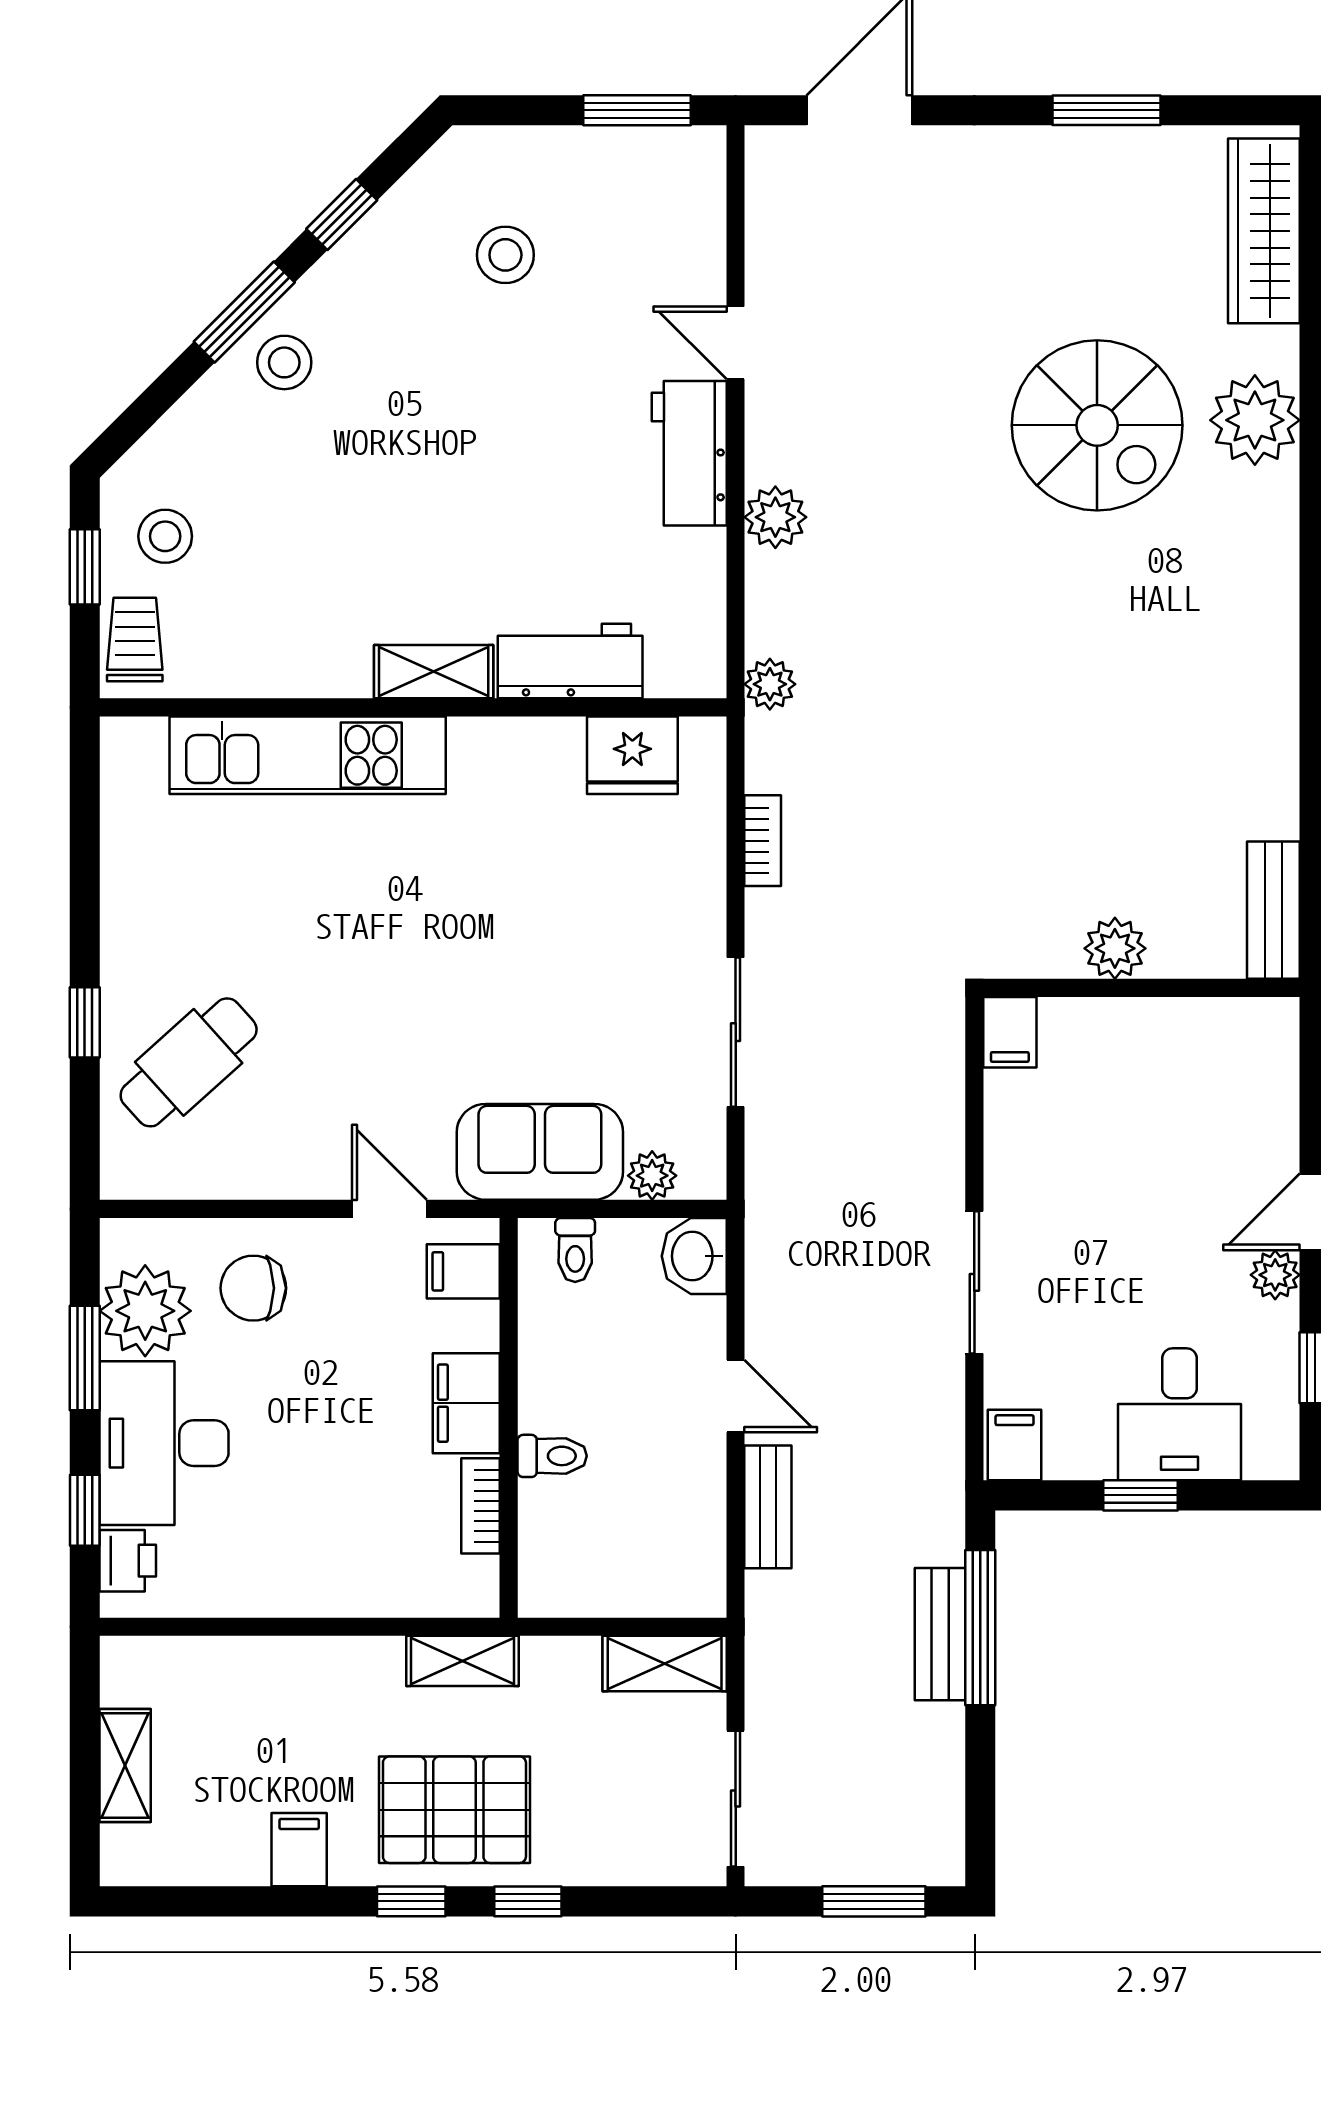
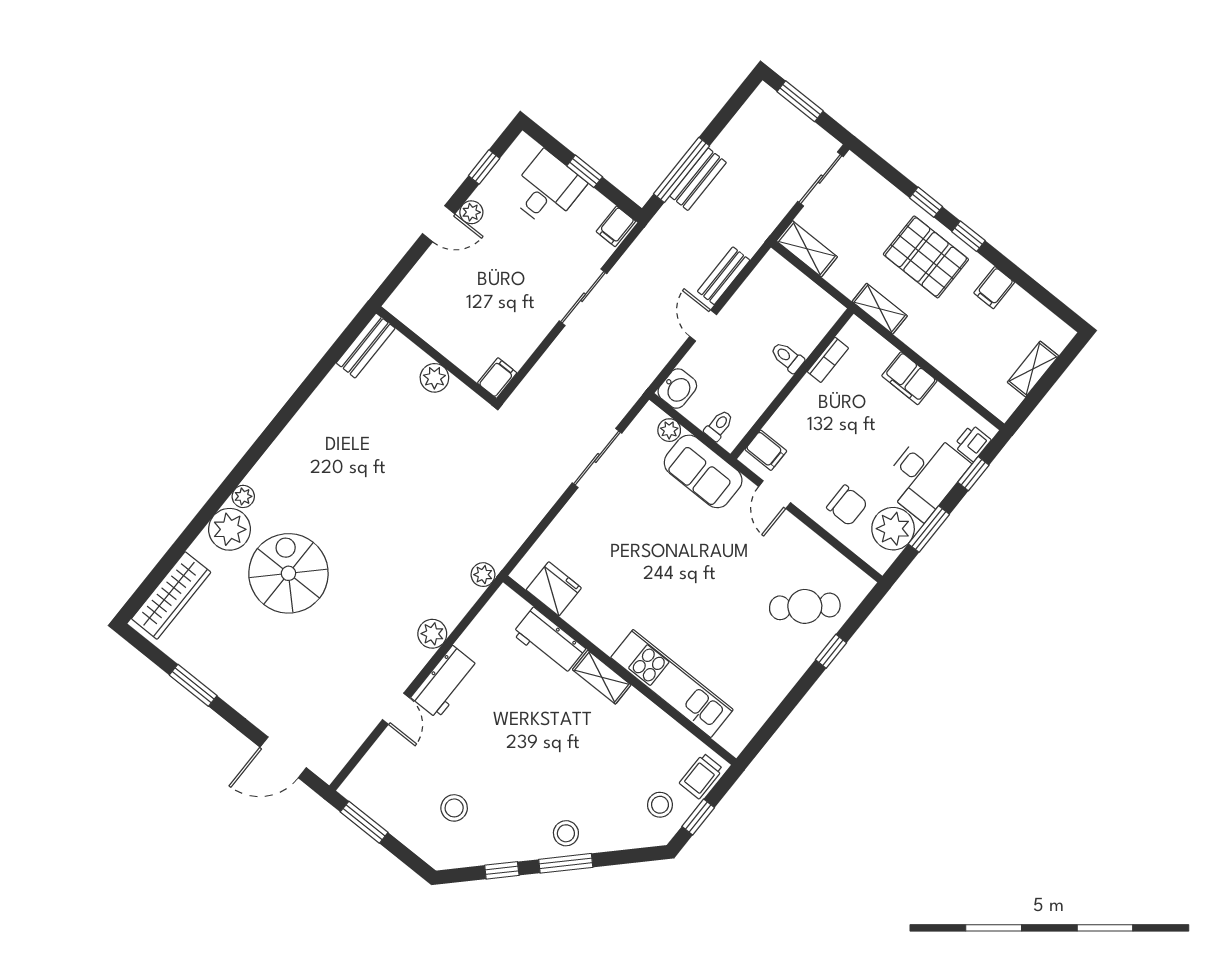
plant: (1276, 493) -> (243, 496), added
bookcase: (763, 841) -> (531, 520), removed
filing cabinet: (466, 1403) -> (909, 378), moved, turned 90

